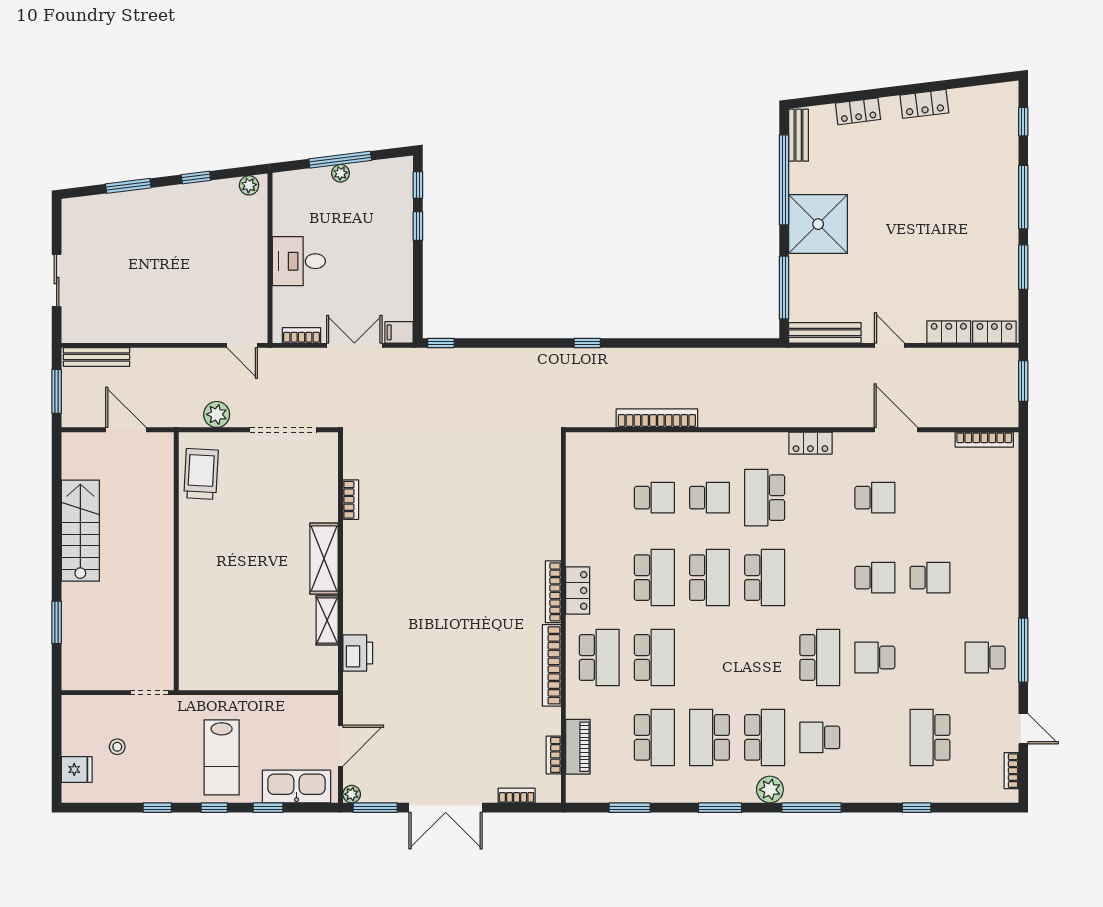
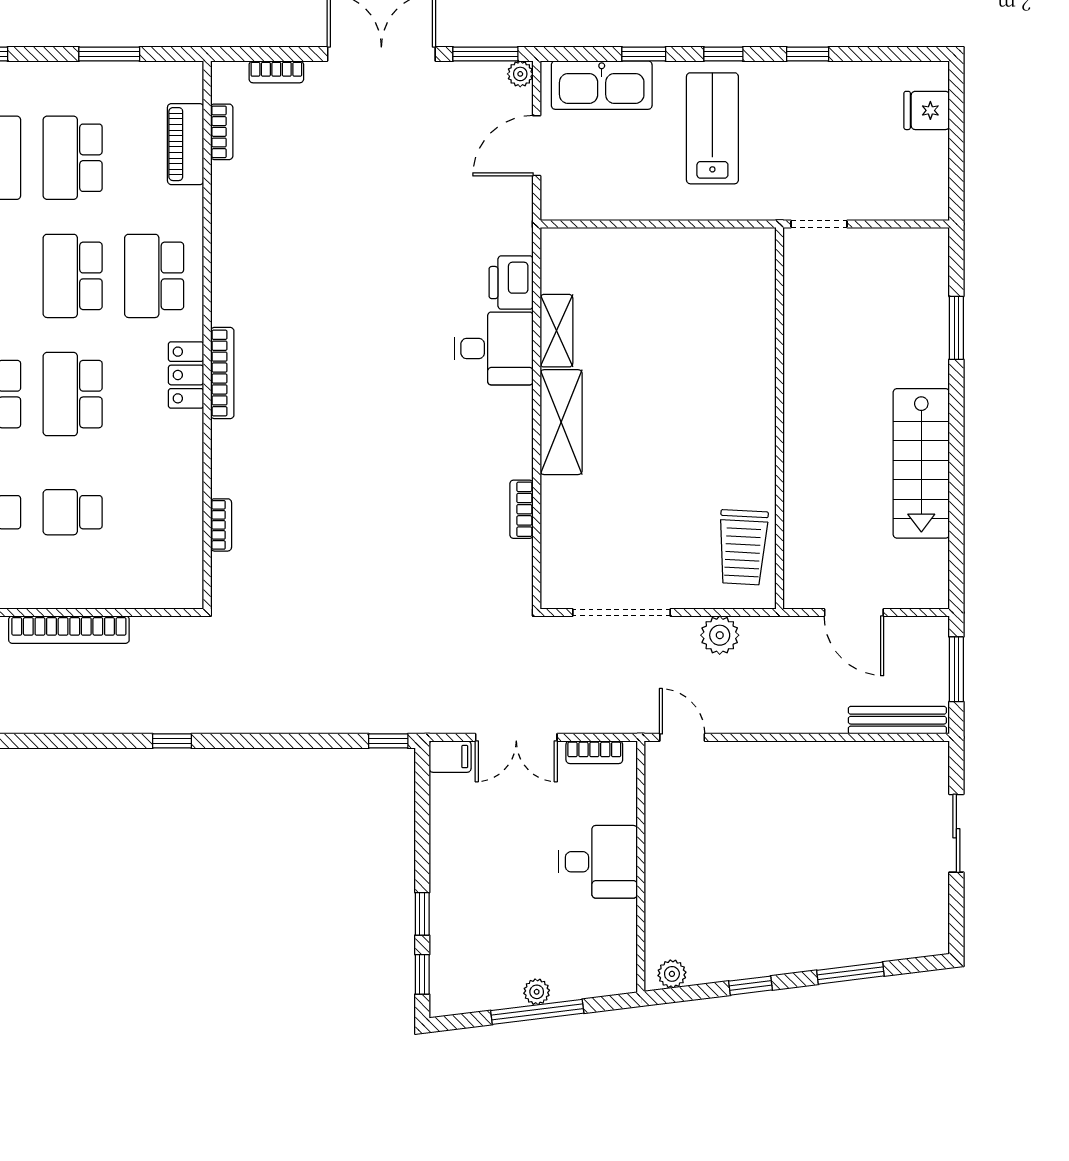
desk: (369, 608) -> (494, 348), added
bookcase: (552, 665) -> (221, 525), moved, width x0.43, depth x0.76
stool: (117, 747) -> (867, 144), removed

